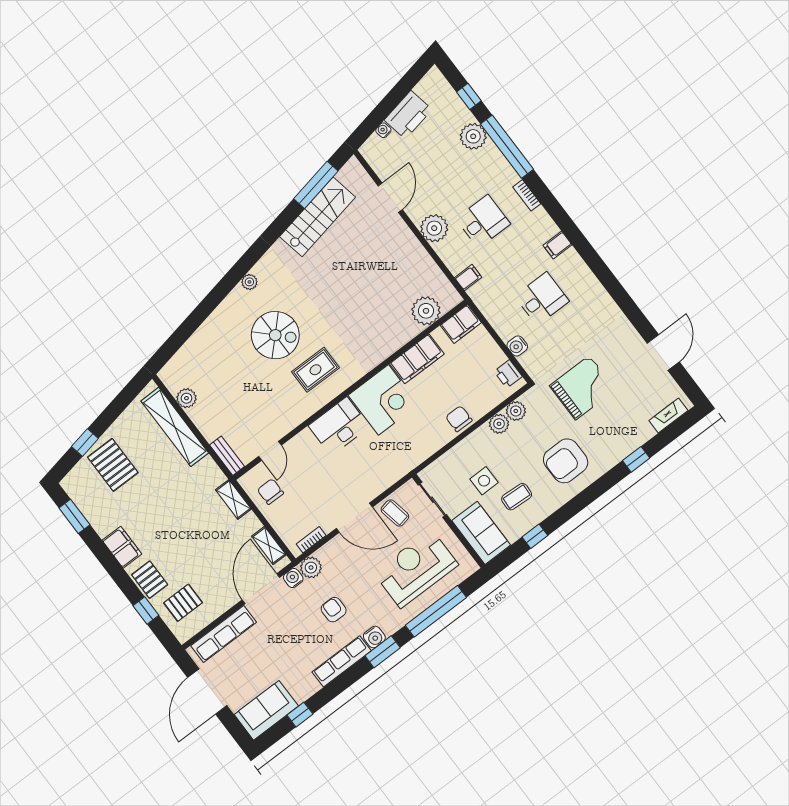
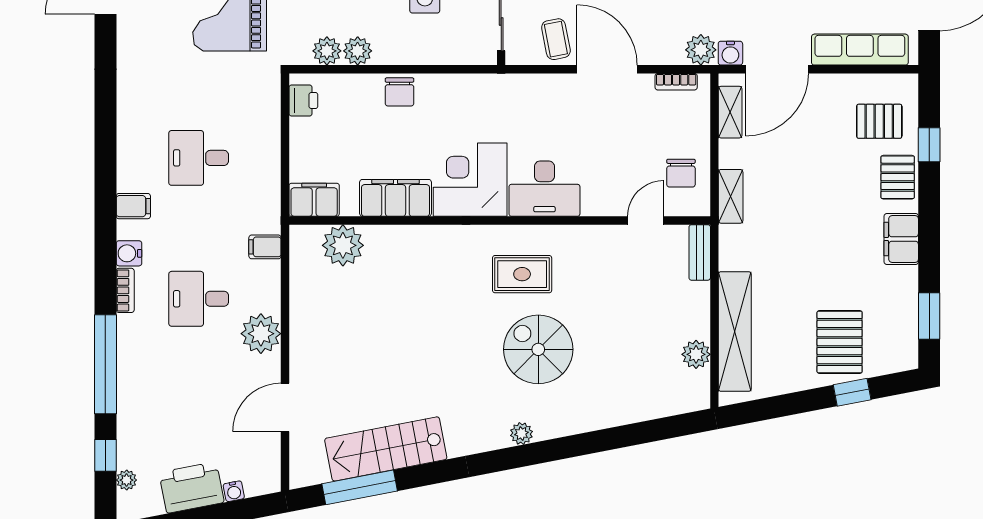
plant: (473, 136) -> (127, 480), moved, width x0.53, depth x0.53
water cooler: (517, 346) -> (129, 253), moved, turned 180

